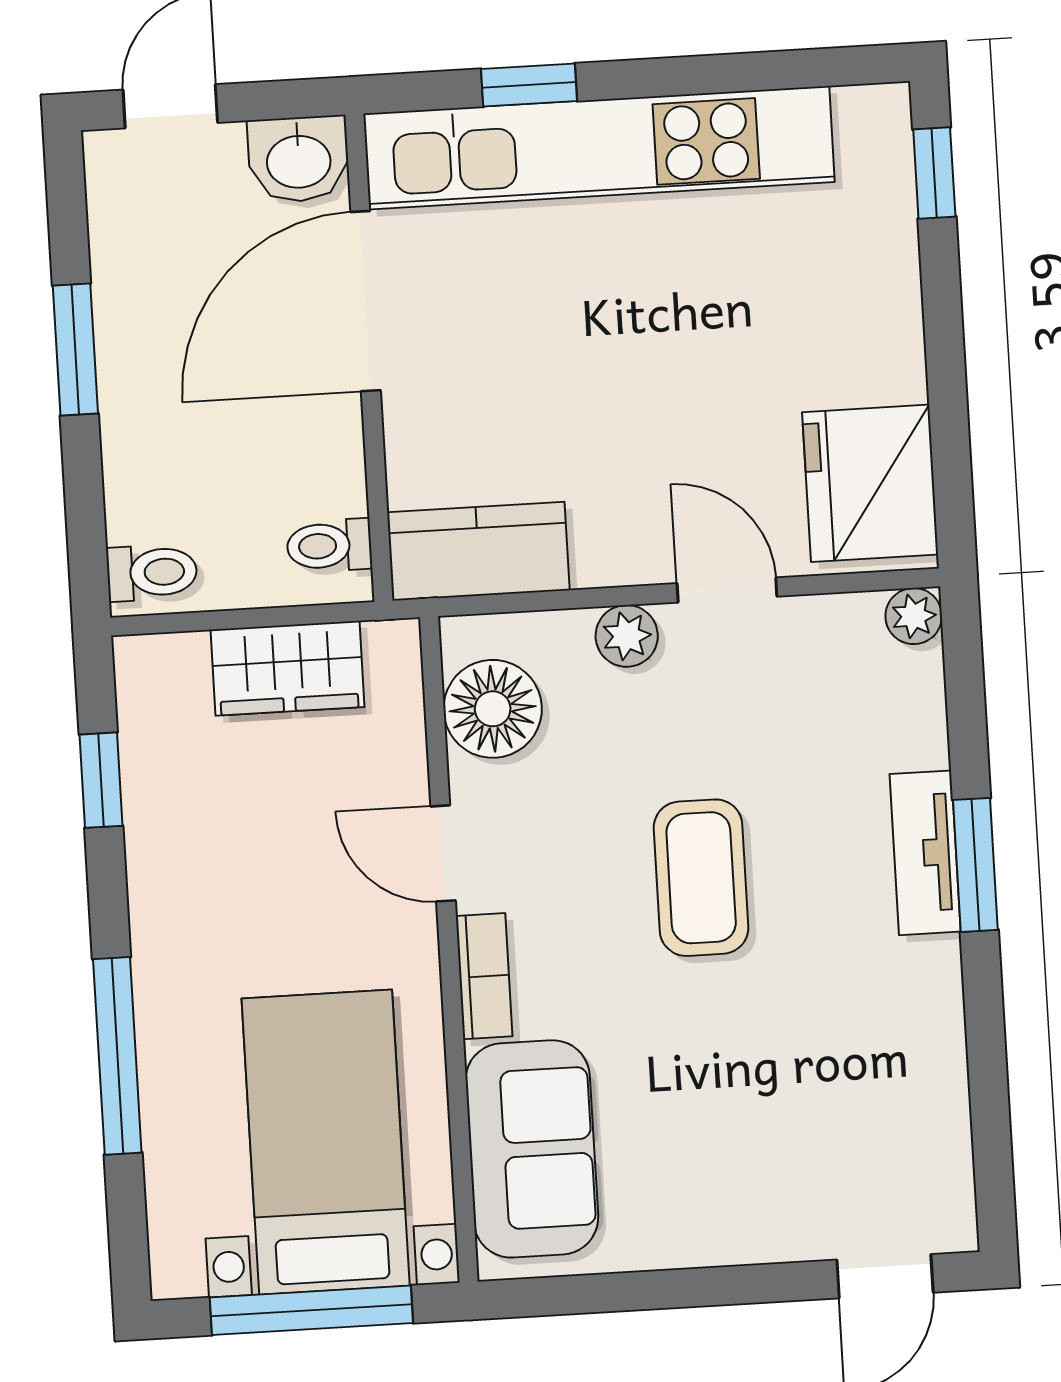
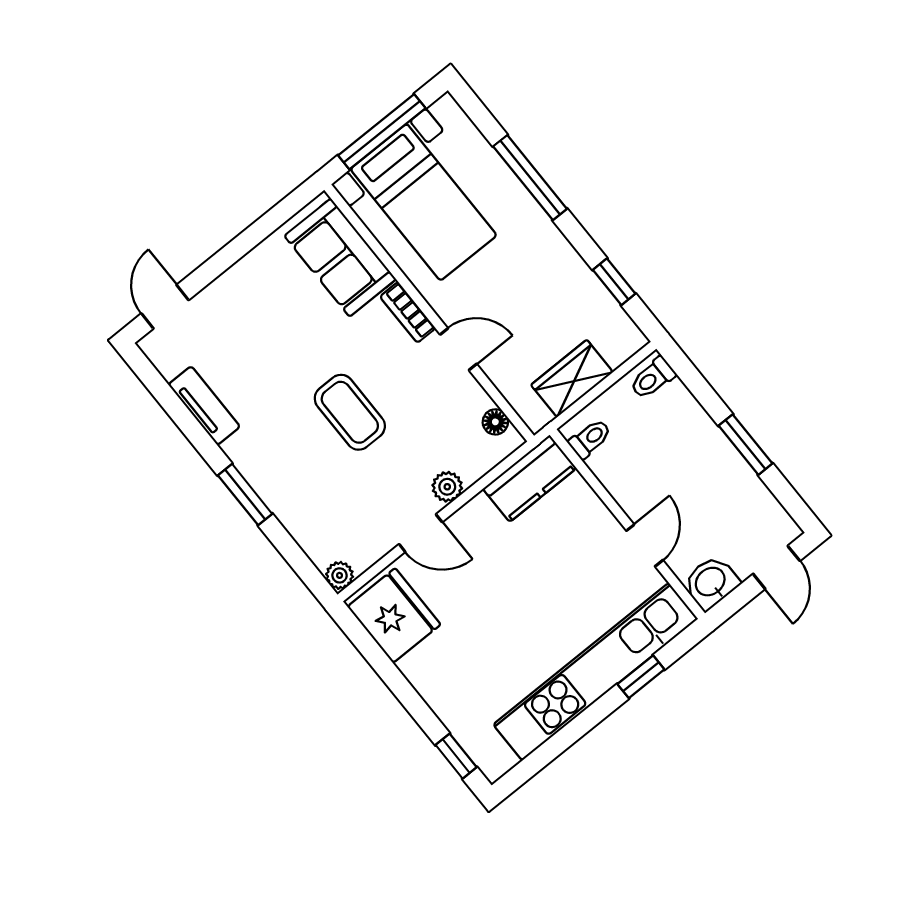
door: (366, 301) -> (645, 545), width x0.53
floor lamp: (493, 709) -> (495, 422), width x0.53, depth x0.53
tv unit: (925, 853) -> (204, 406), moved

